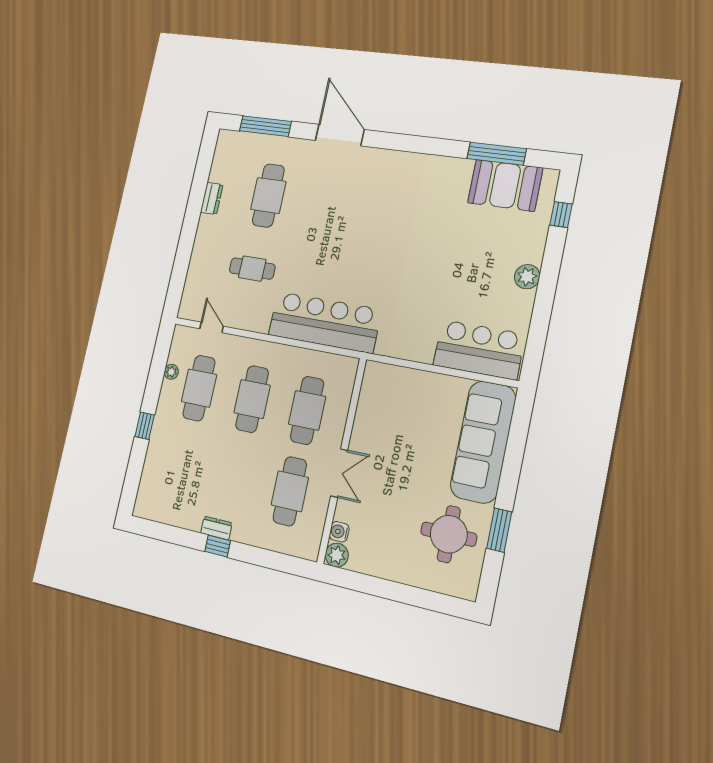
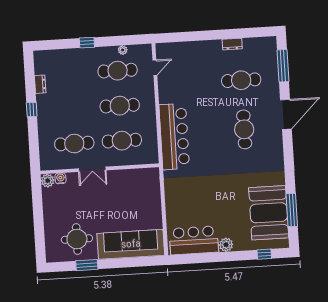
booth: (505, 185) -> (269, 213), width x1.36, depth x1.42
cafe table: (252, 268) -> (244, 129), moved, width x1.37, depth x1.35
bar counter: (479, 350) -> (194, 240), moved, turned -90
dresser: (216, 528) -> (40, 84), moved

